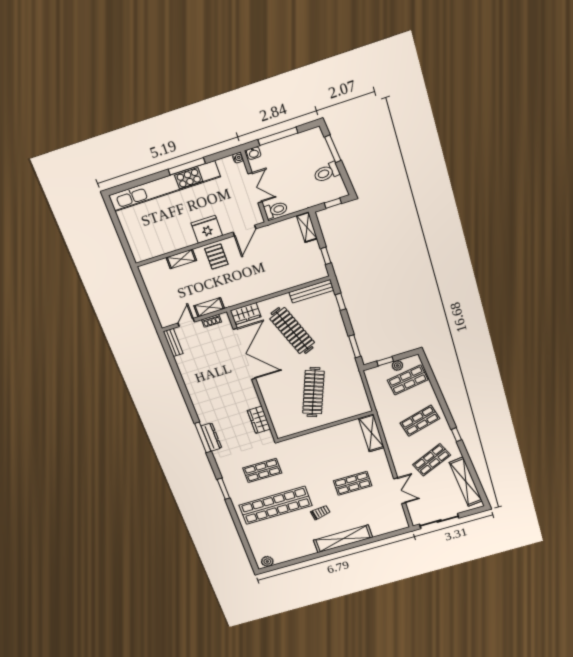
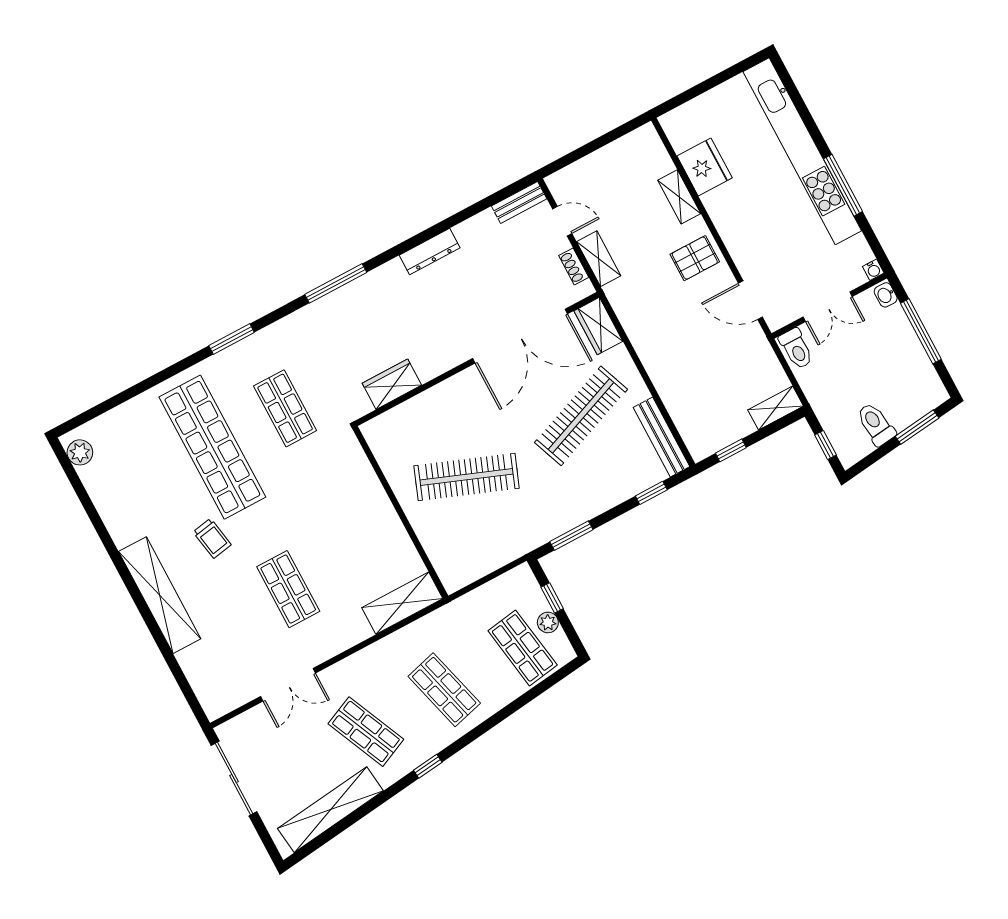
fridge: (207, 229) -> (705, 167), moved
dresser: (211, 437) -> (430, 252), moved

